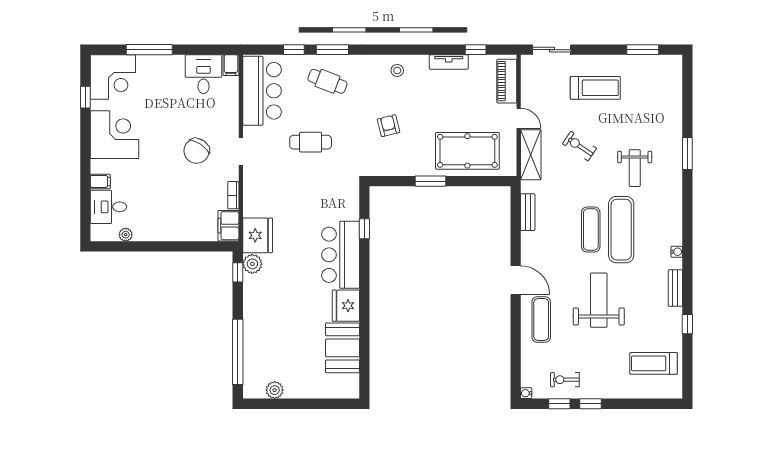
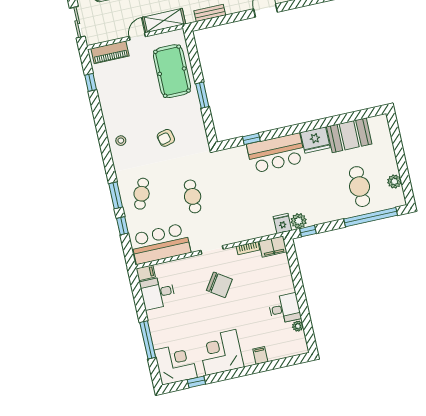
tv unit: (449, 62) -> (105, 101), removed
desk: (108, 207) -> (285, 309), moved, turned -90
fridge: (258, 235) -> (282, 223), width x0.53, depth x0.75
cafe table: (278, 347) -> (359, 187), added

